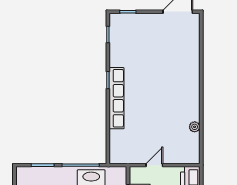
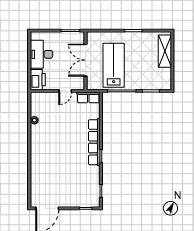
row of seats: (124, 157) -> (88, 97), added

